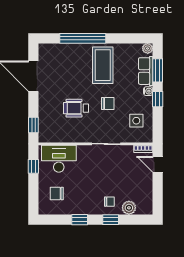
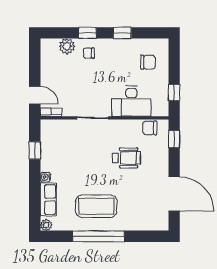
window: (83, 38) -> (98, 236), moved
coffee table: (103, 65) -> (96, 206), turned 90
window: (158, 70) -> (35, 200), removed
window: (158, 99) -> (35, 150), moved
chair: (108, 103) -> (150, 128), moved
side table: (136, 121) -> (59, 144), removed
desk: (59, 159) -> (131, 101), moved

